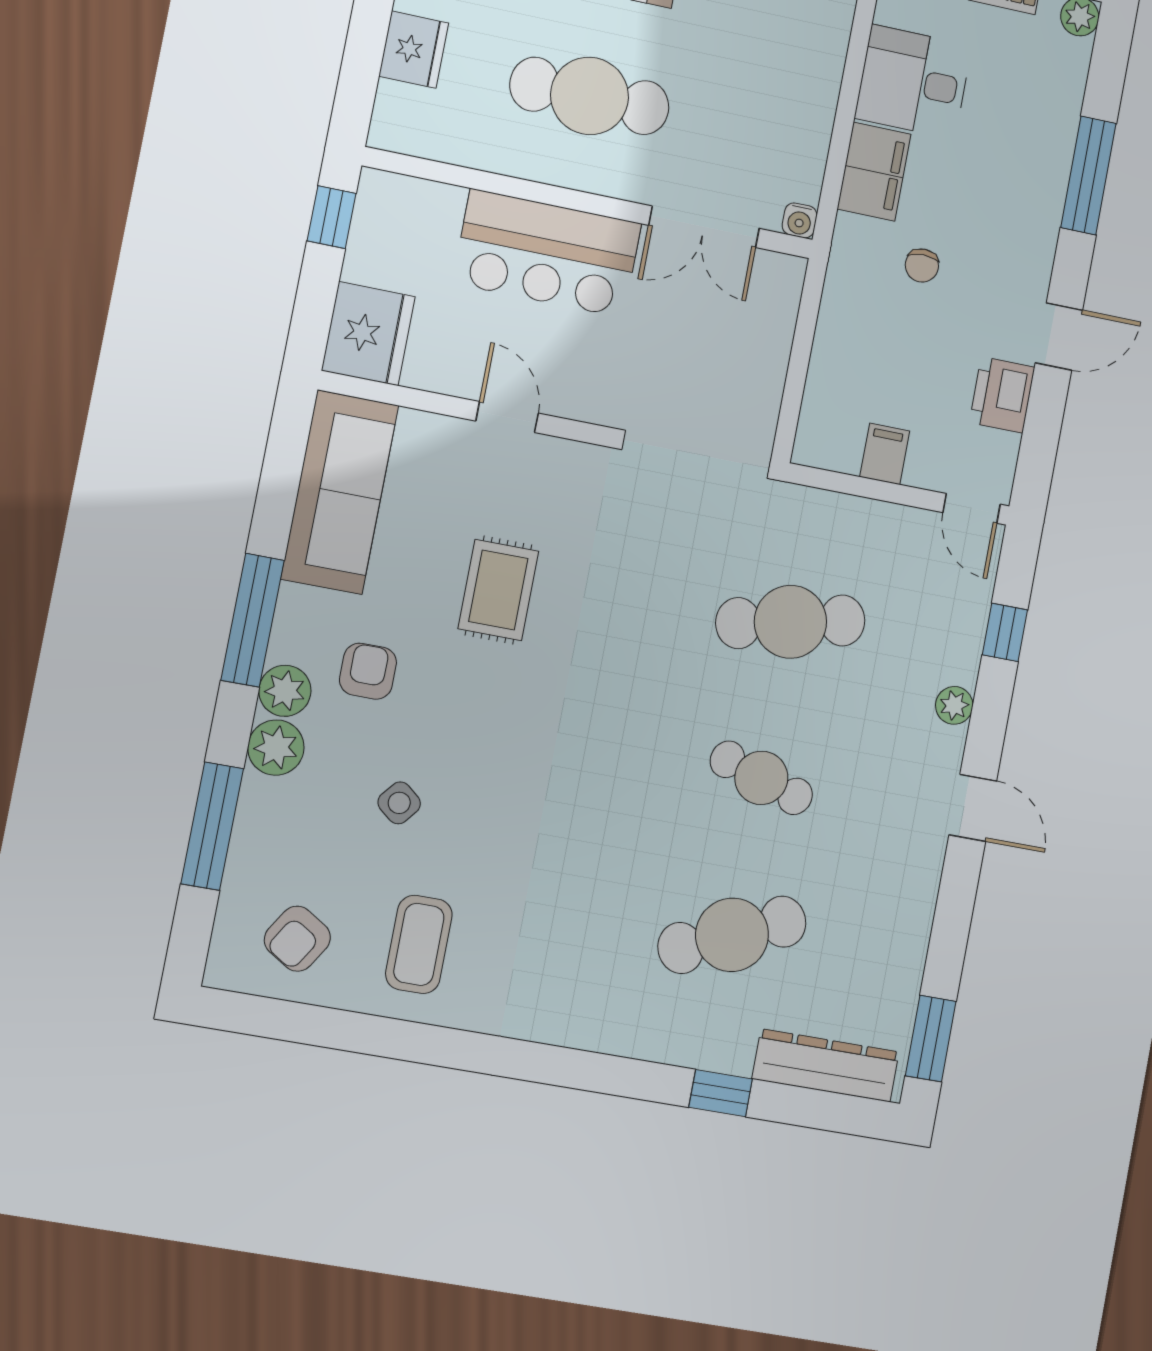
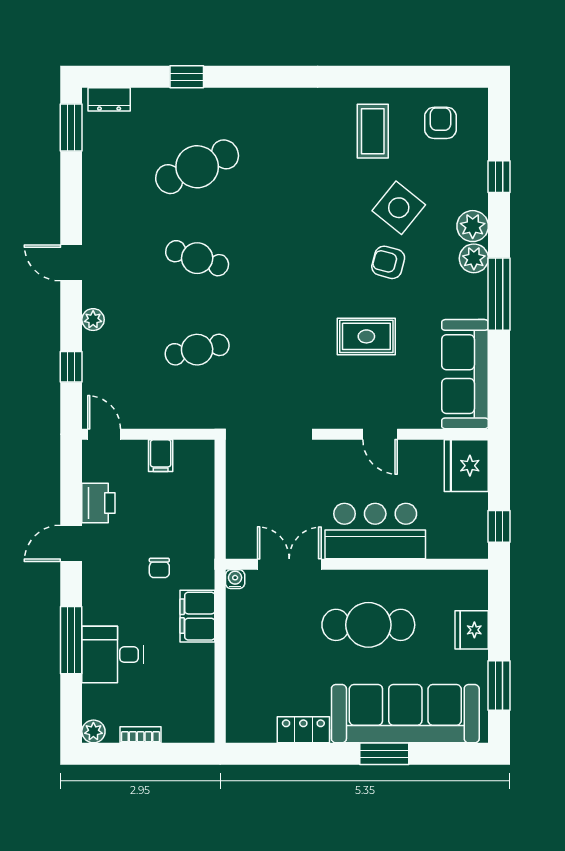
desk: (913, 82) -> (113, 655), moved, turned 180
chair: (922, 265) -> (159, 568), turned 180
rug: (498, 590) -> (366, 336), turned 90
cafe table: (790, 622) -> (197, 350), width x0.73, depth x0.74
armchair: (368, 671) -> (388, 262), moved, turned 105
side table: (399, 803) -> (399, 208), width x1.87, depth x1.87
window: (212, 826) -> (499, 177), width x0.46
armchair: (297, 939) -> (440, 123), turned -32
dresser: (826, 1065) -> (109, 99), width x0.51, depth x0.80

